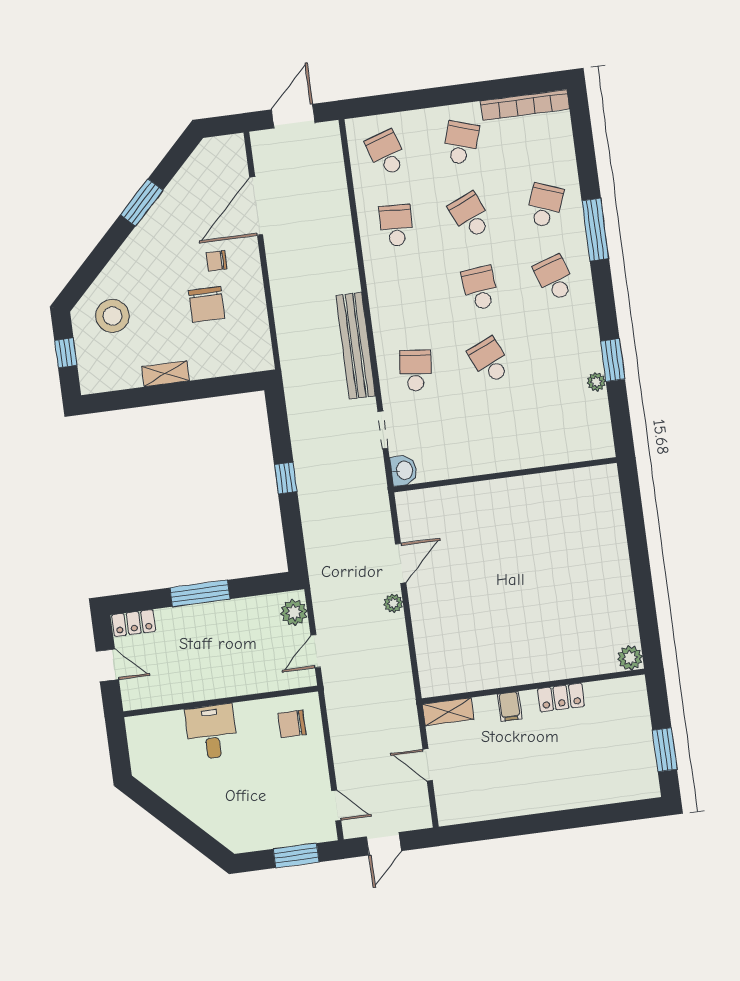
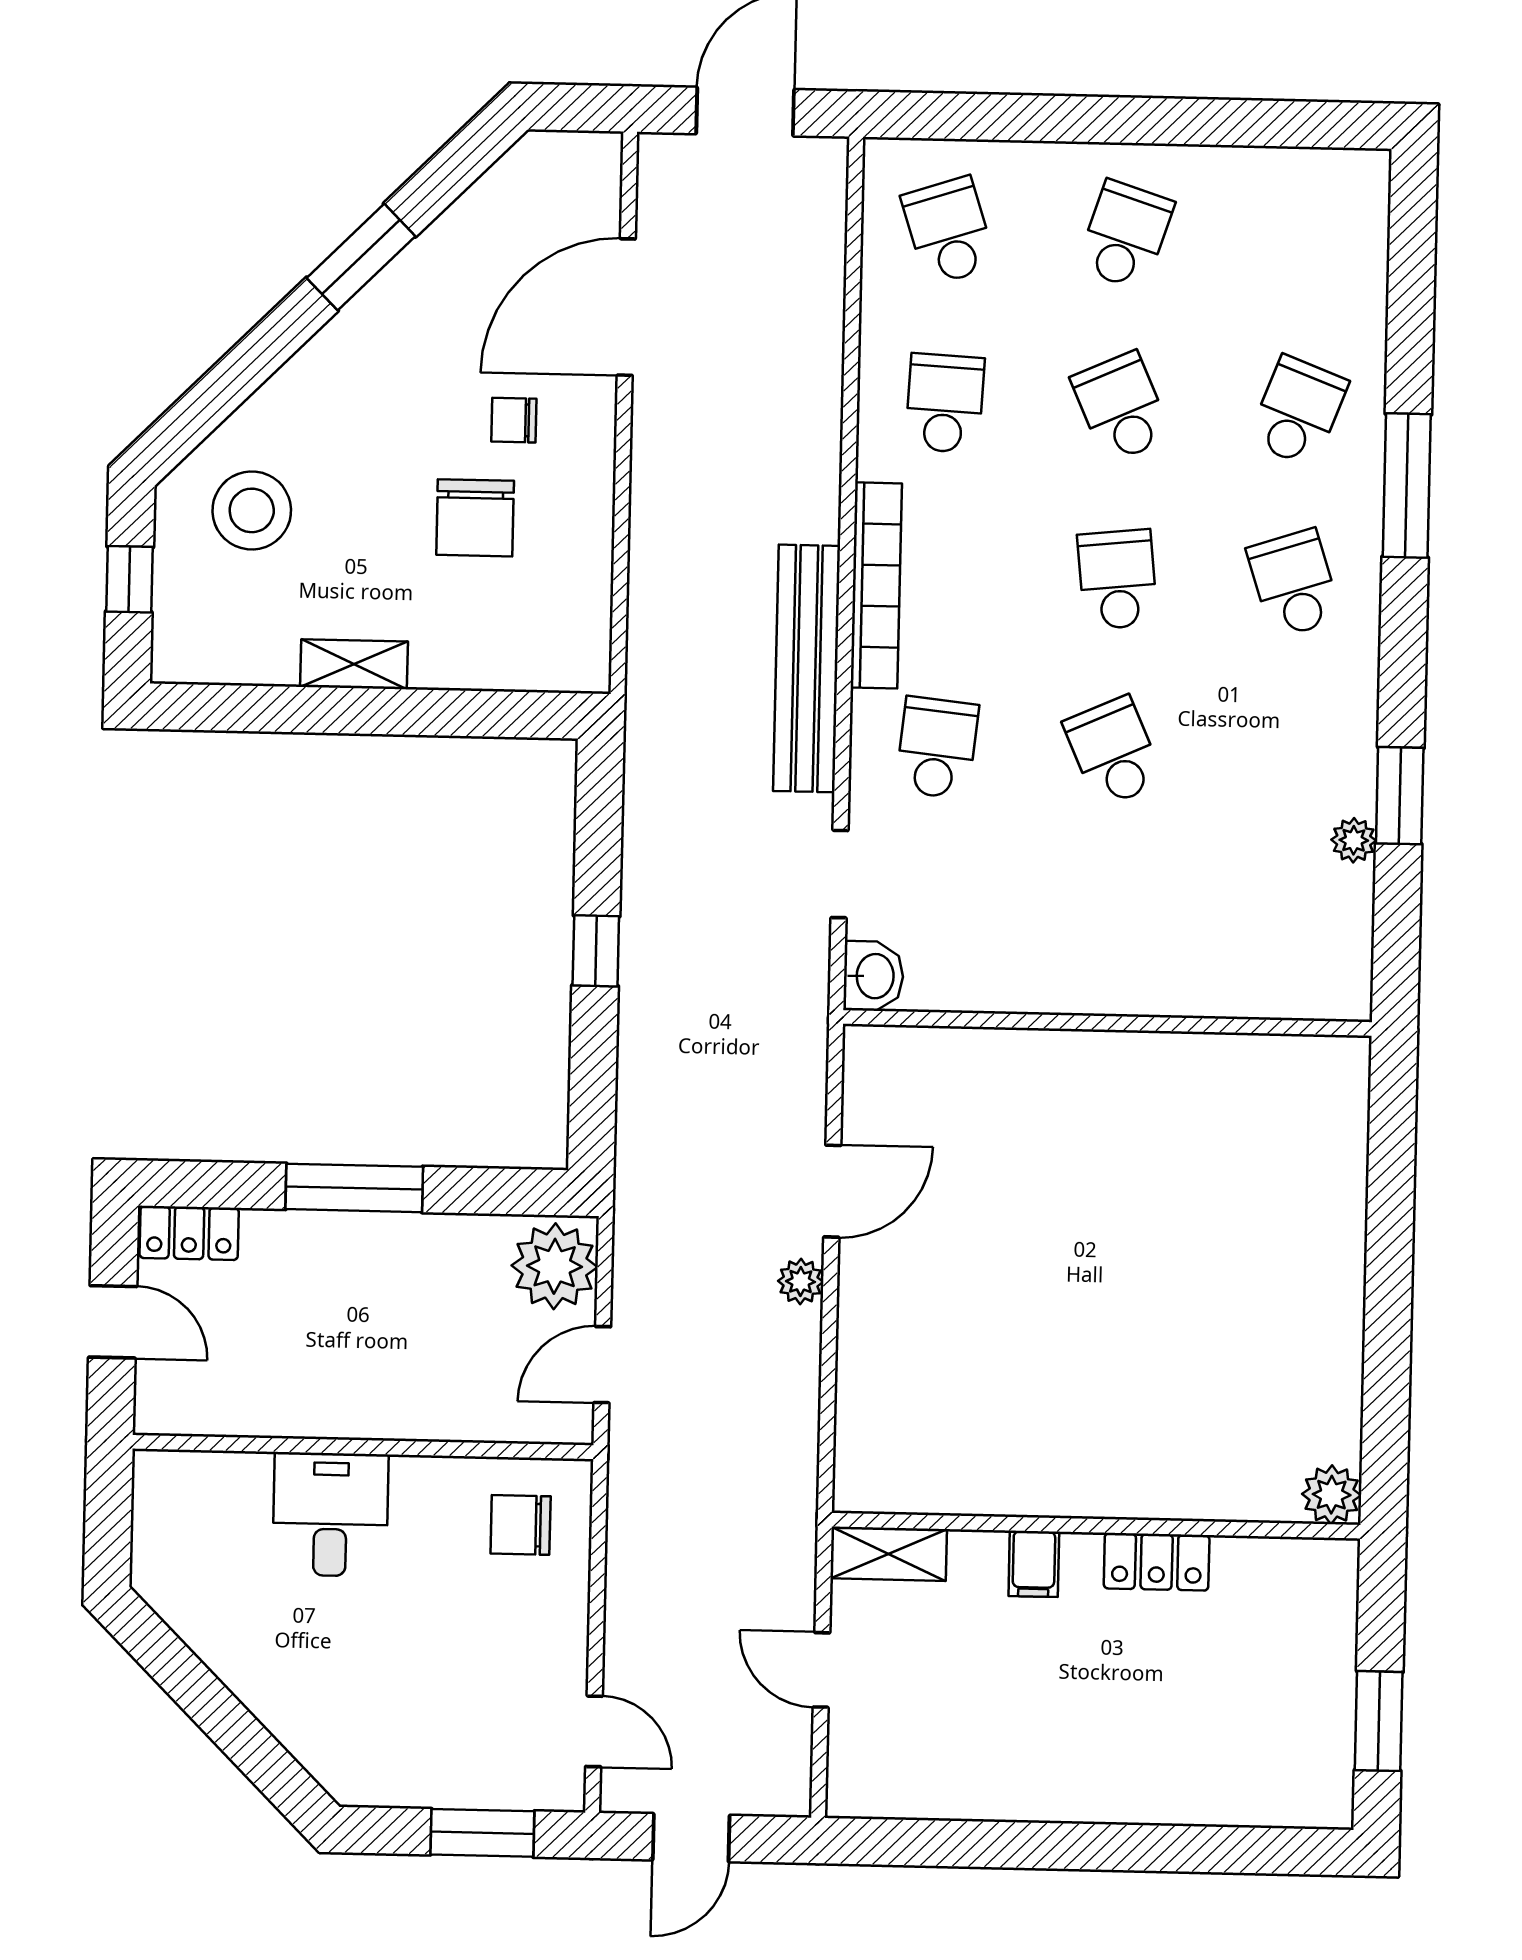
bookcase: (525, 105) -> (876, 585), moved, turned -90
plant: (294, 612) -> (555, 1266), width x1.36, depth x1.36

